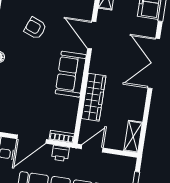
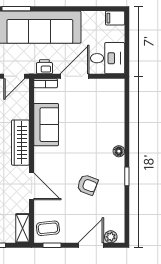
sofa: (71, 74) -> (46, 125), moved
wardrobe: (94, 97) -> (20, 143), moved

